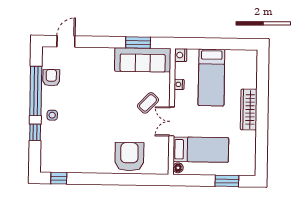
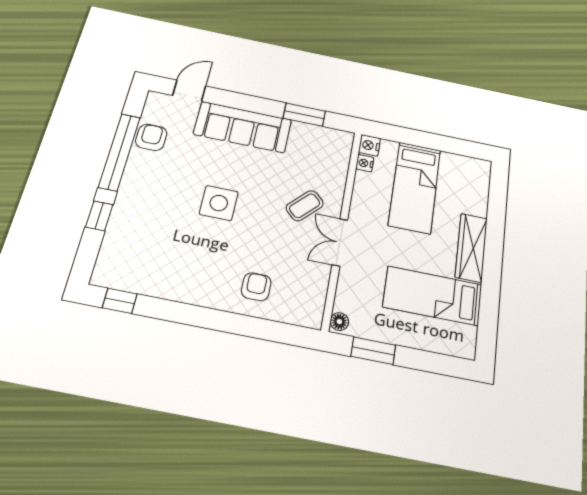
sofa: (143, 60) -> (243, 127), moved
nightstand: (179, 84) -> (365, 163), moved
side table: (52, 115) -> (219, 203), moved, width x1.87, depth x1.87
bed: (201, 150) -> (433, 296), moved, turned 180
armchair: (129, 157) -> (256, 287), width x0.53, depth x0.53
window: (227, 181) -> (373, 351), moved

